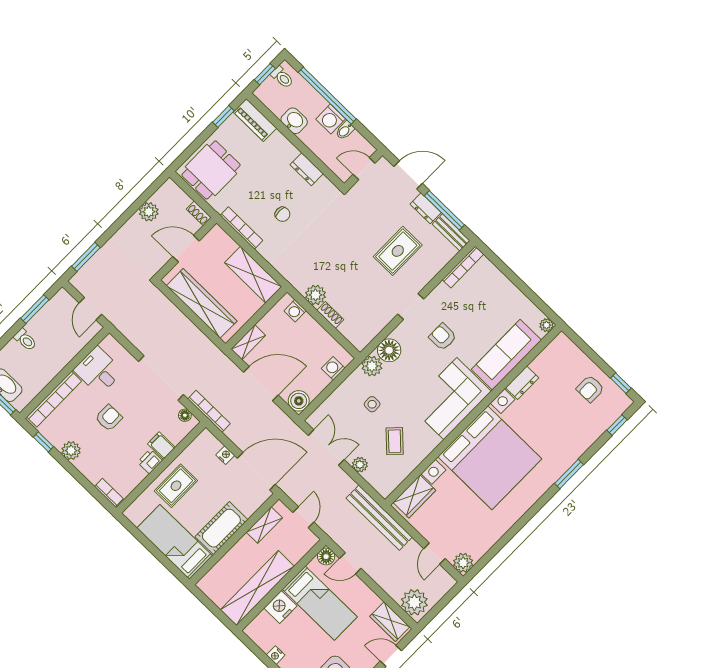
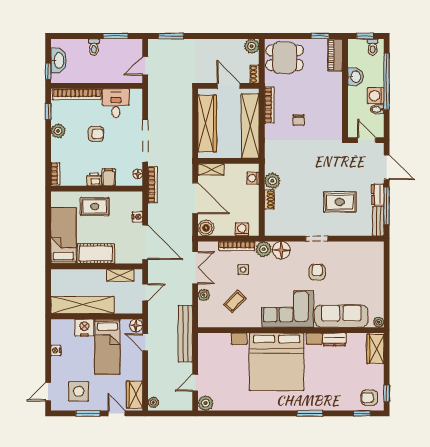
dresser: (307, 169) -> (336, 109), removed
plant: (149, 212) -> (252, 46), moved
bookcase: (463, 267) -> (237, 246), moved
shelving: (253, 275) -> (250, 126), width x1.47
armchair: (590, 389) -> (369, 398), moved
wardrobe: (414, 496) -> (375, 349), moved, turned 90
plant: (414, 602) -> (153, 402), width x0.53, depth x0.53

